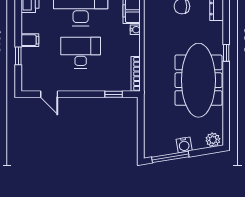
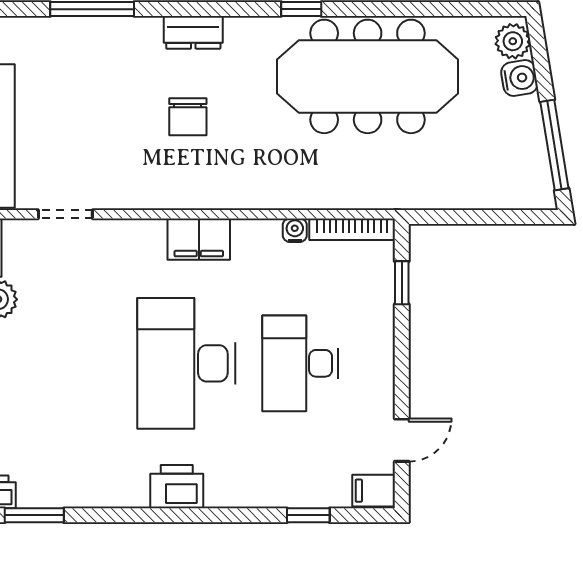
water cooler: (135, 30) -> (295, 230), moved
filing cabinet: (30, 40) -> (374, 491), moved, turned -90
water cooler: (184, 145) -> (519, 78), moved

